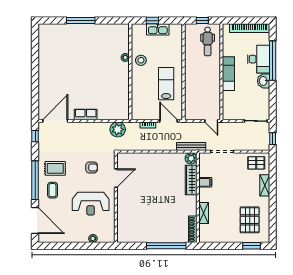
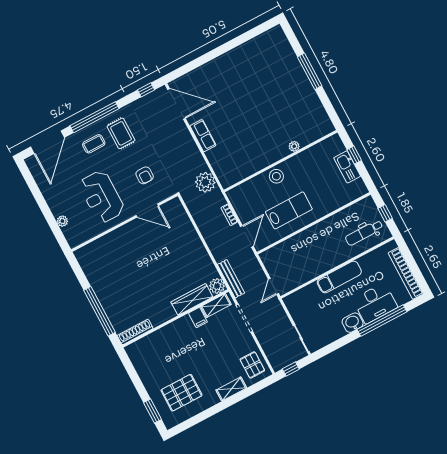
stool: (141, 60) -> (276, 176), moved
shelving: (204, 213) -> (216, 305), moved

